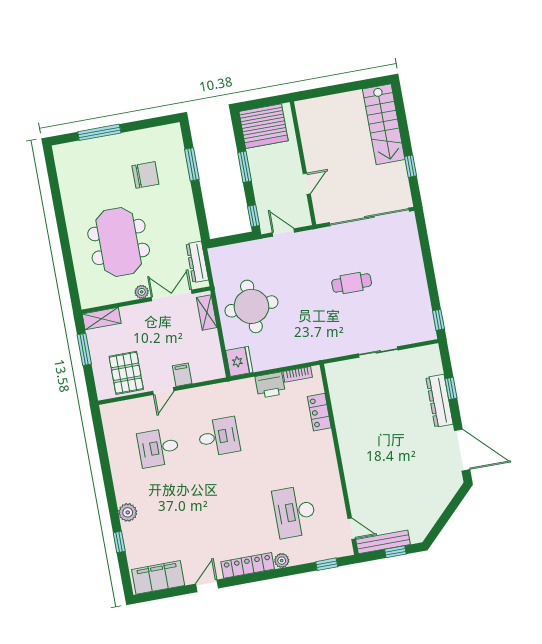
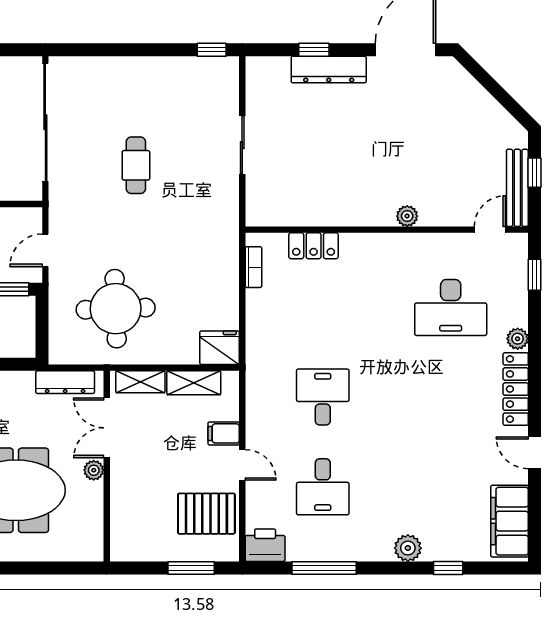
round table: (251, 306) -> (116, 309), moved
shelving: (102, 319) -> (194, 383), moved, turned 90
window: (84, 349) -> (191, 568), moved
printer: (270, 385) -> (265, 545), moved, turned -90
window: (104, 459) -> (324, 568), added
plant: (351, 471) -> (407, 216), added

